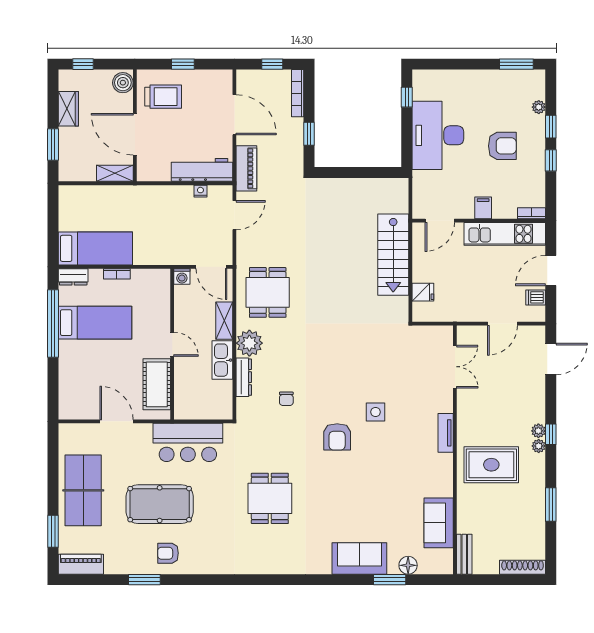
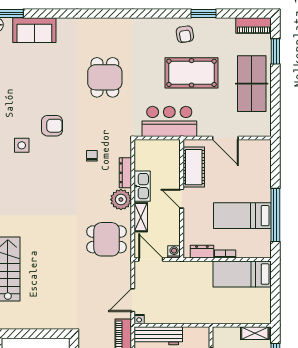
shelving: (115, 173) -> (255, 333), moved
nightstand: (200, 191) -> (139, 319), moved
dresser: (73, 277) -> (202, 252), moved
dining table: (268, 292) -> (107, 239), turned 90
armchair: (337, 437) -> (52, 126), turned 90
armchair: (168, 553) -> (185, 34), turned 81

